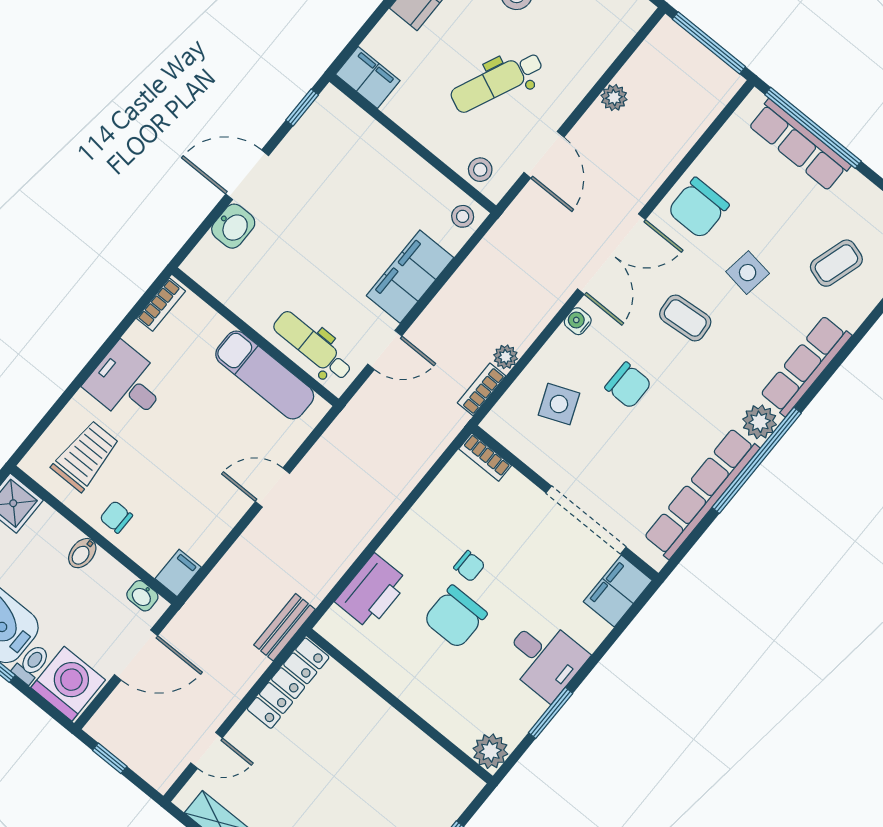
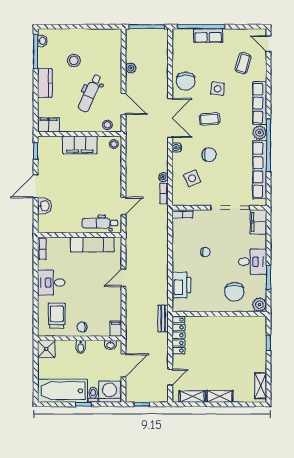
row of seats: (799, 145) -> (208, 36), width x0.68
filing cabinet: (410, 277) -> (80, 145), moved, turned -90
chair: (455, 617) -> (234, 292), moved

